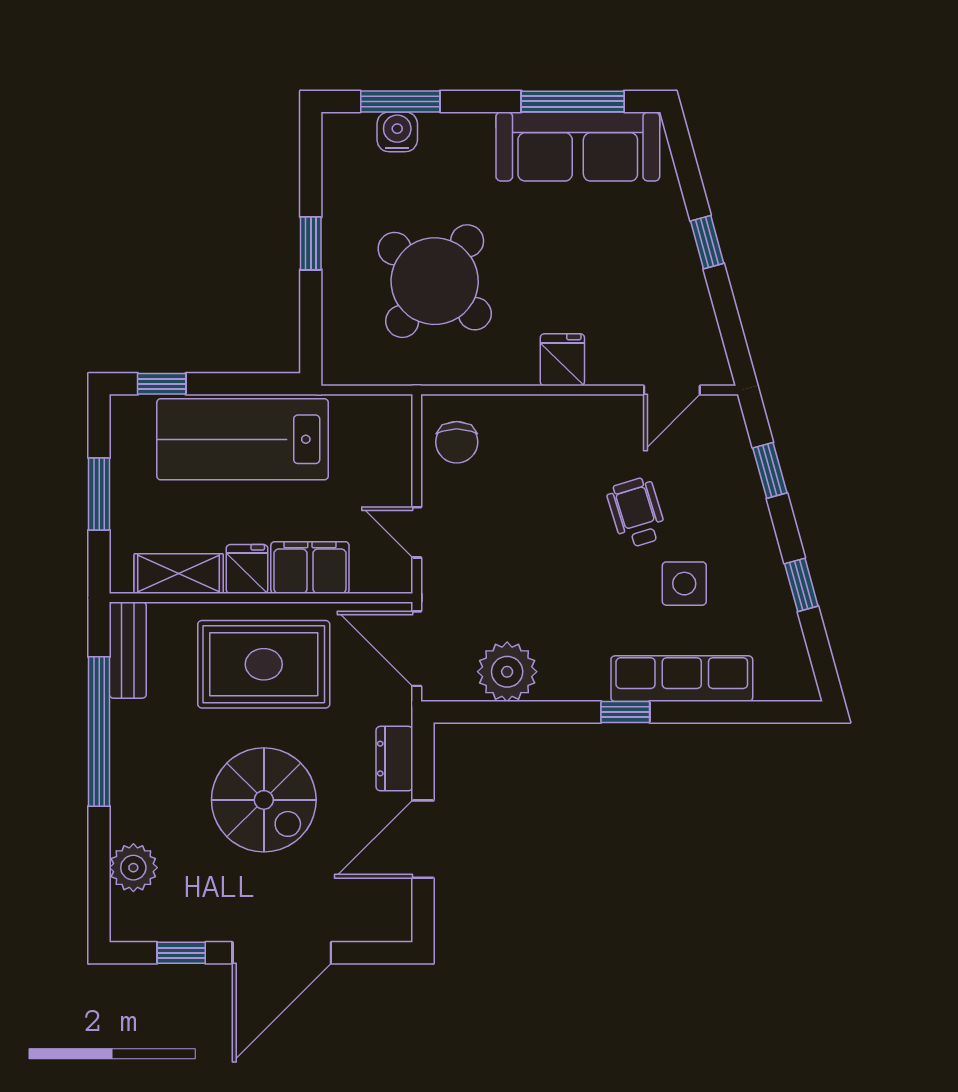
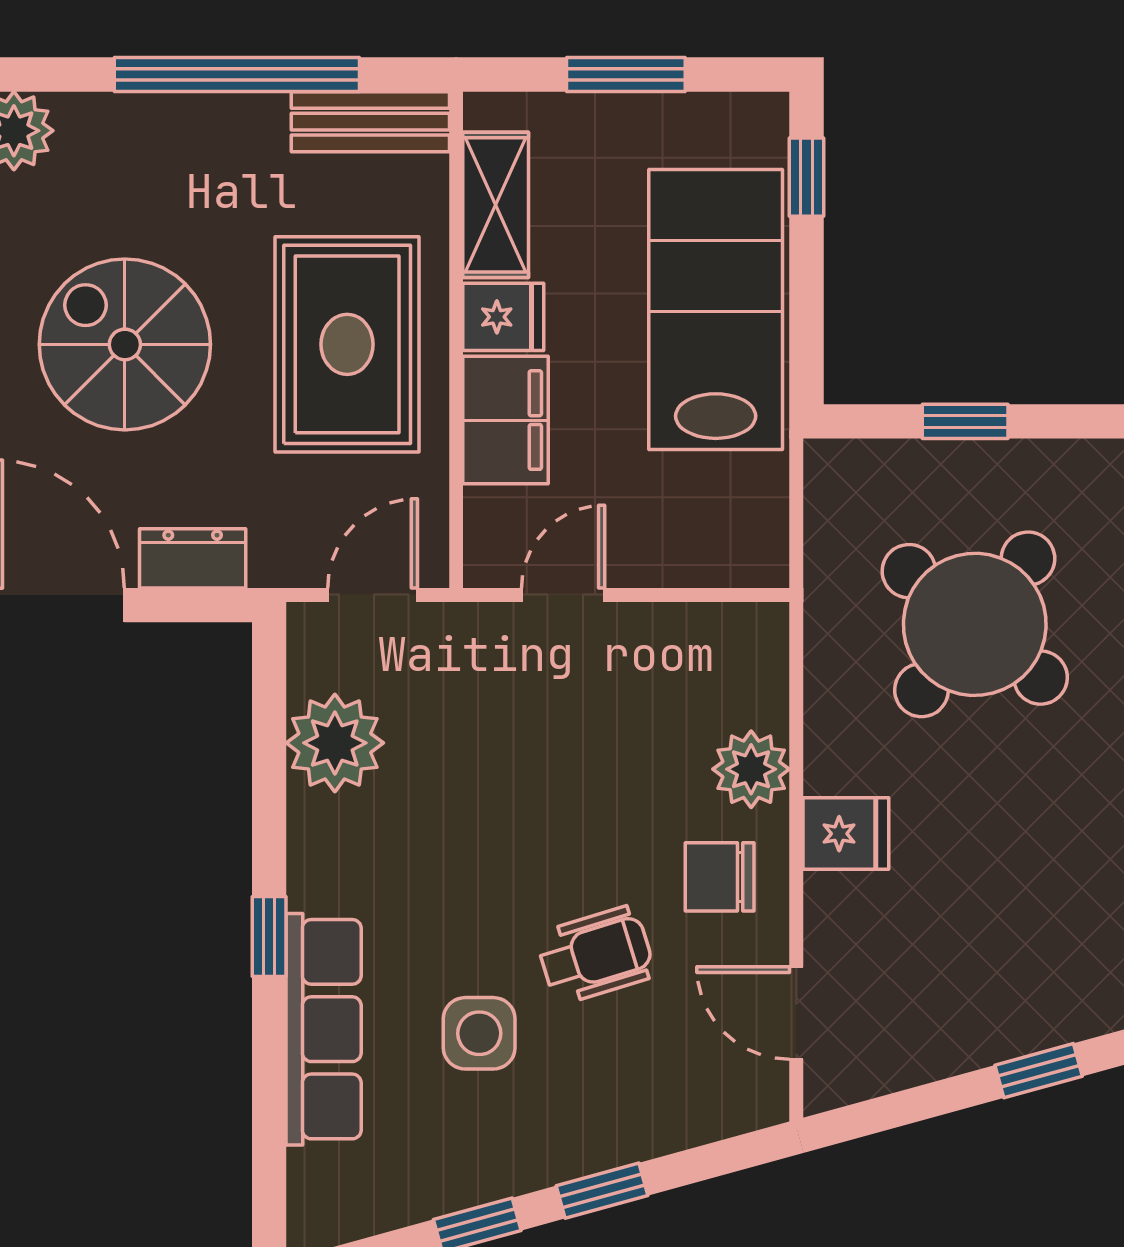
window: (311, 243) -> (965, 421), moved
plant: (523, 418) -> (751, 769), added
chair: (457, 442) -> (720, 877), moved
window: (770, 470) -> (602, 1191), moved
door: (417, 649) -> (373, 595), width x0.73
spiral stairs: (264, 800) -> (125, 344), turned 90

